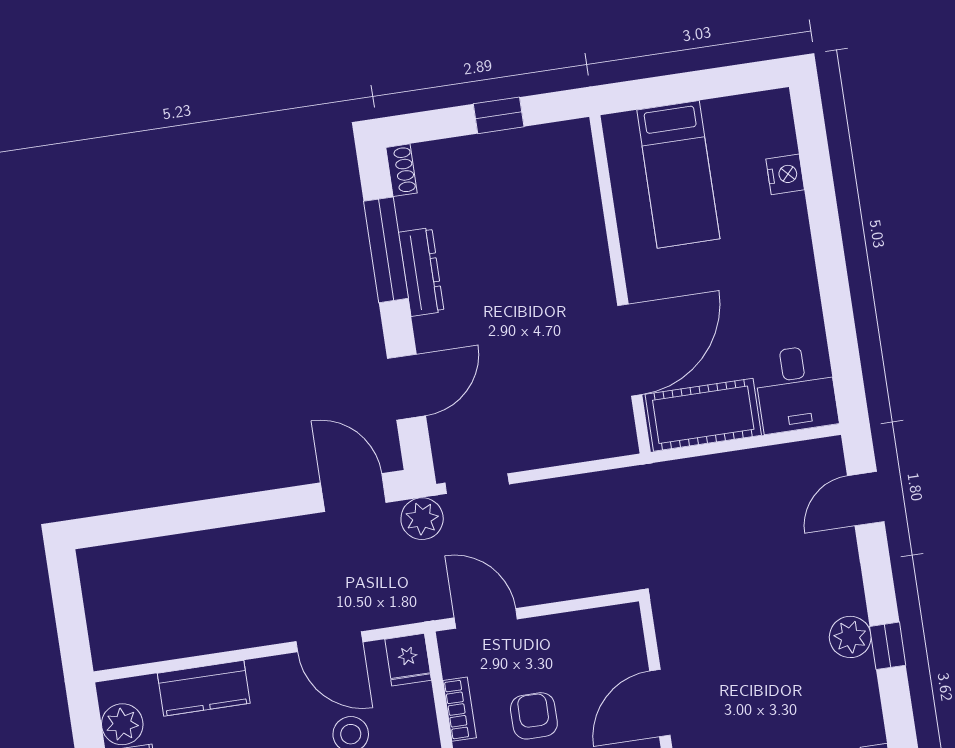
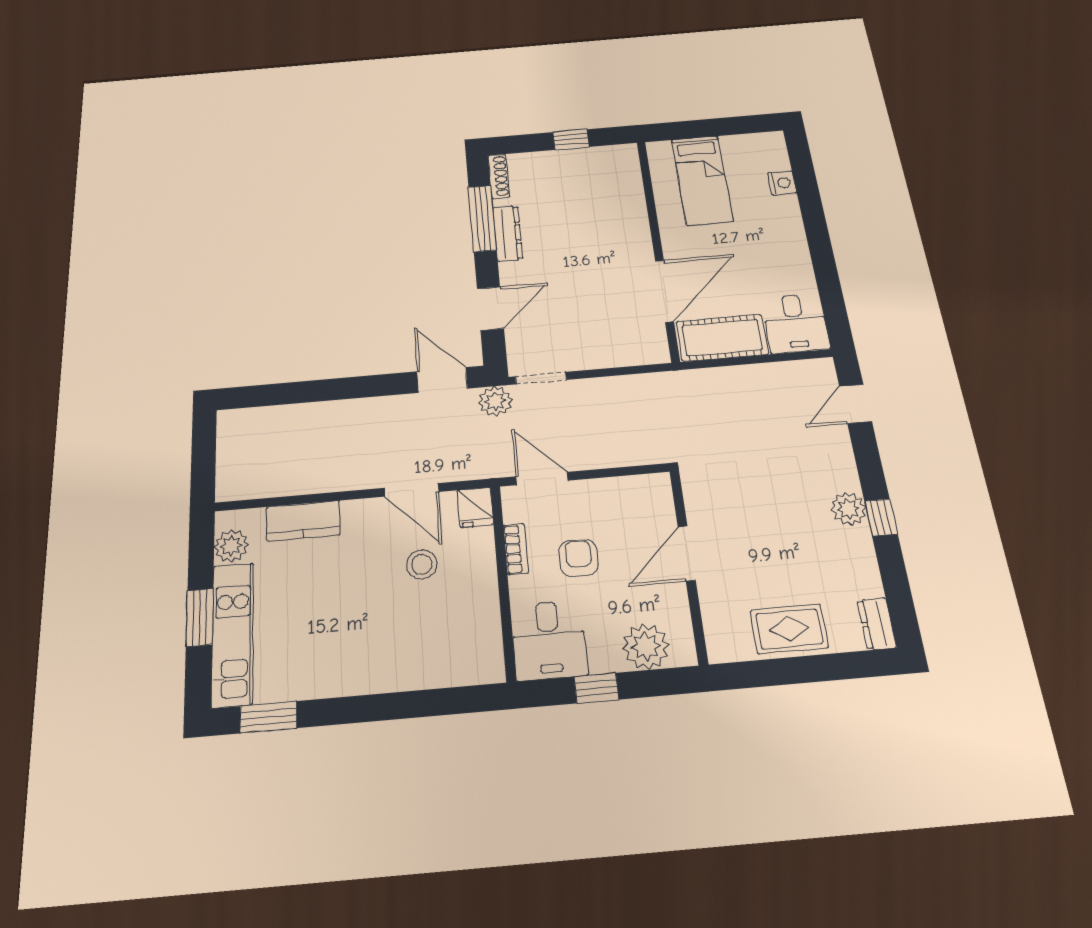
shoe rack: (401, 170) -> (499, 176), width x1.43

